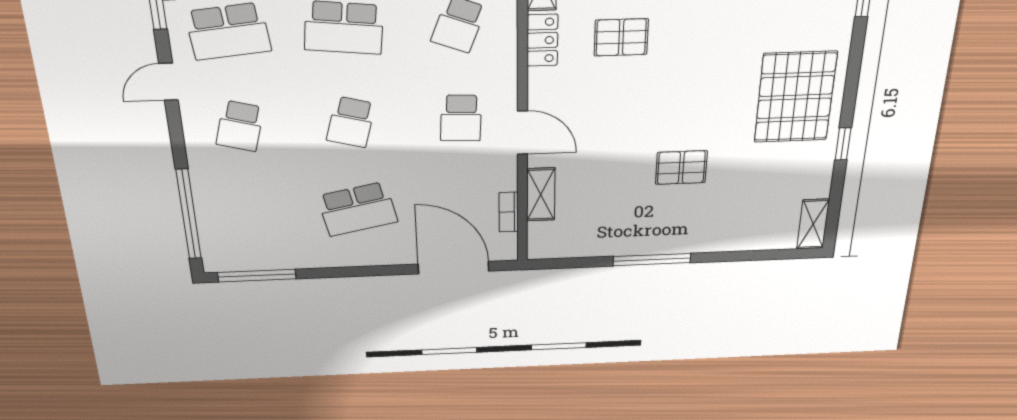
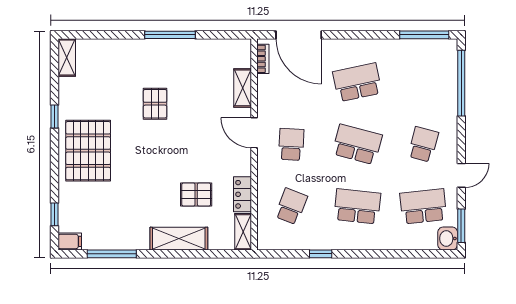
school desk: (351, 122) -> (357, 144), width x1.85
pallet: (681, 168) -> (155, 104), turned 90
bookcase: (509, 212) -> (263, 59), moved

